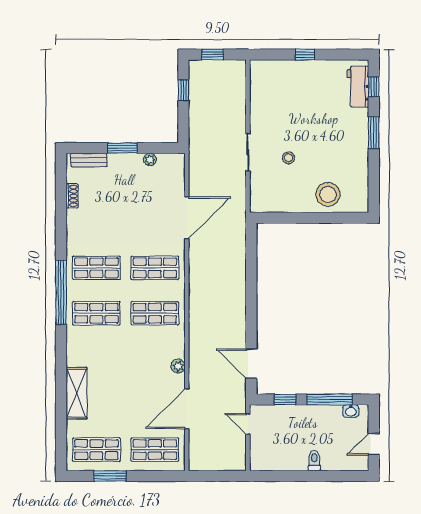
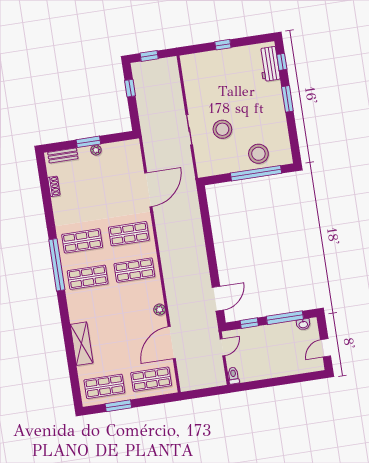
stool: (289, 158) -> (222, 129), width x1.89, depth x1.89
plant: (150, 159) -> (96, 150), moved
window: (321, 218) -> (256, 173), added
door: (251, 364) -> (218, 299), swing flipped
door: (248, 424) -> (223, 347), swing flipped
toilet: (314, 461) -> (233, 376), moved

